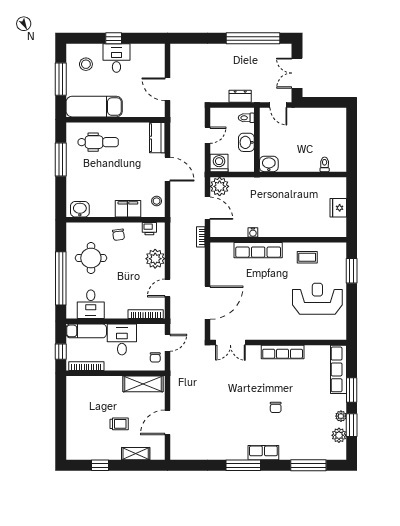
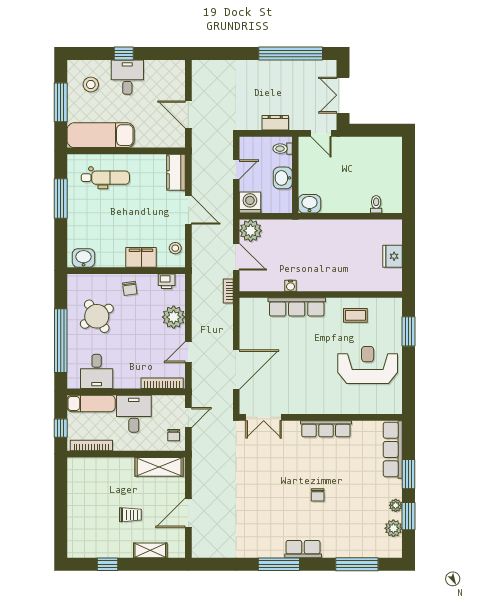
round table: (91, 258) -> (97, 316), turned -33

